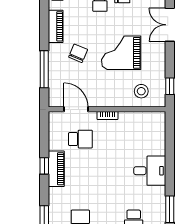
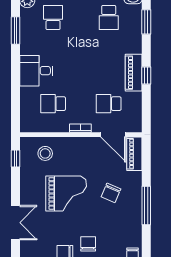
piano: (56, 26) -> (134, 154), moved
window: (44, 69) -> (146, 206), moved
school desk: (134, 139) -> (53, 104), added

